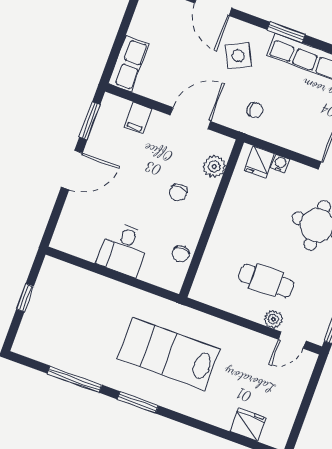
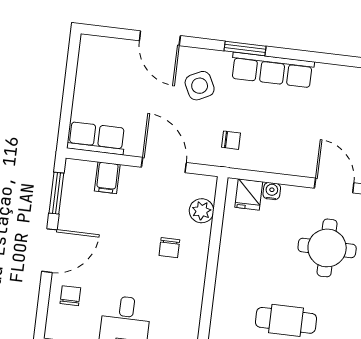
row of seats: (128, 64) -> (96, 138), moved, turned -90
door: (190, 118) -> (164, 165), hinge flipped
chair: (181, 254) -> (70, 296), moved, turned 180

